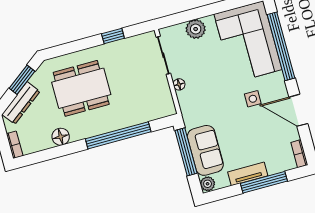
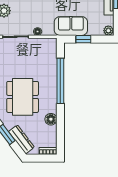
sofa: (205, 150) -> (71, 26), moved
window: (186, 152) -> (83, 39), width x0.46

